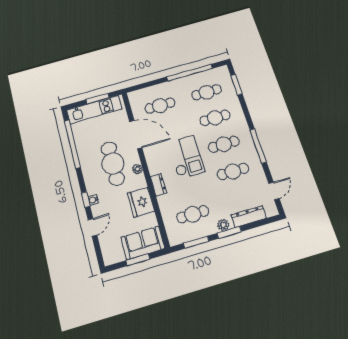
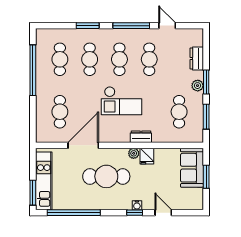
window: (236, 85) -> (88, 26), moved
window: (98, 99) -> (33, 193), moved
checkout: (186, 157) -> (121, 101), turned 180
plant: (137, 169) -> (134, 153), moved
door: (274, 191) -> (167, 26), moved
fridge: (141, 202) -> (147, 156), width x0.53, depth x0.75
dresser: (249, 216) -> (197, 58), width x0.70

